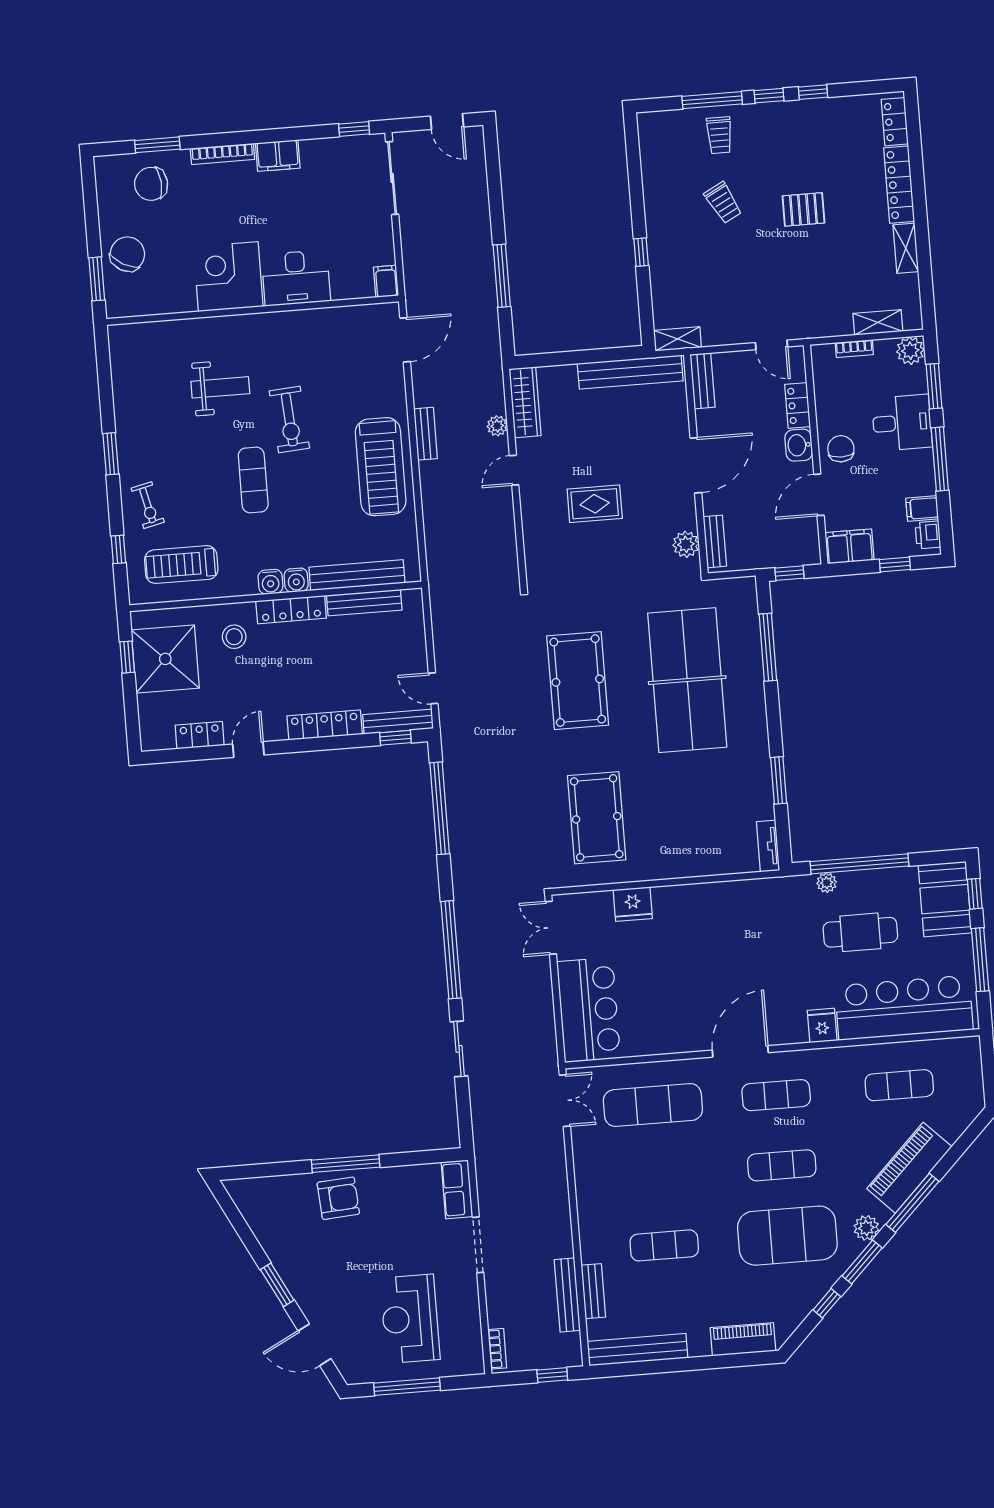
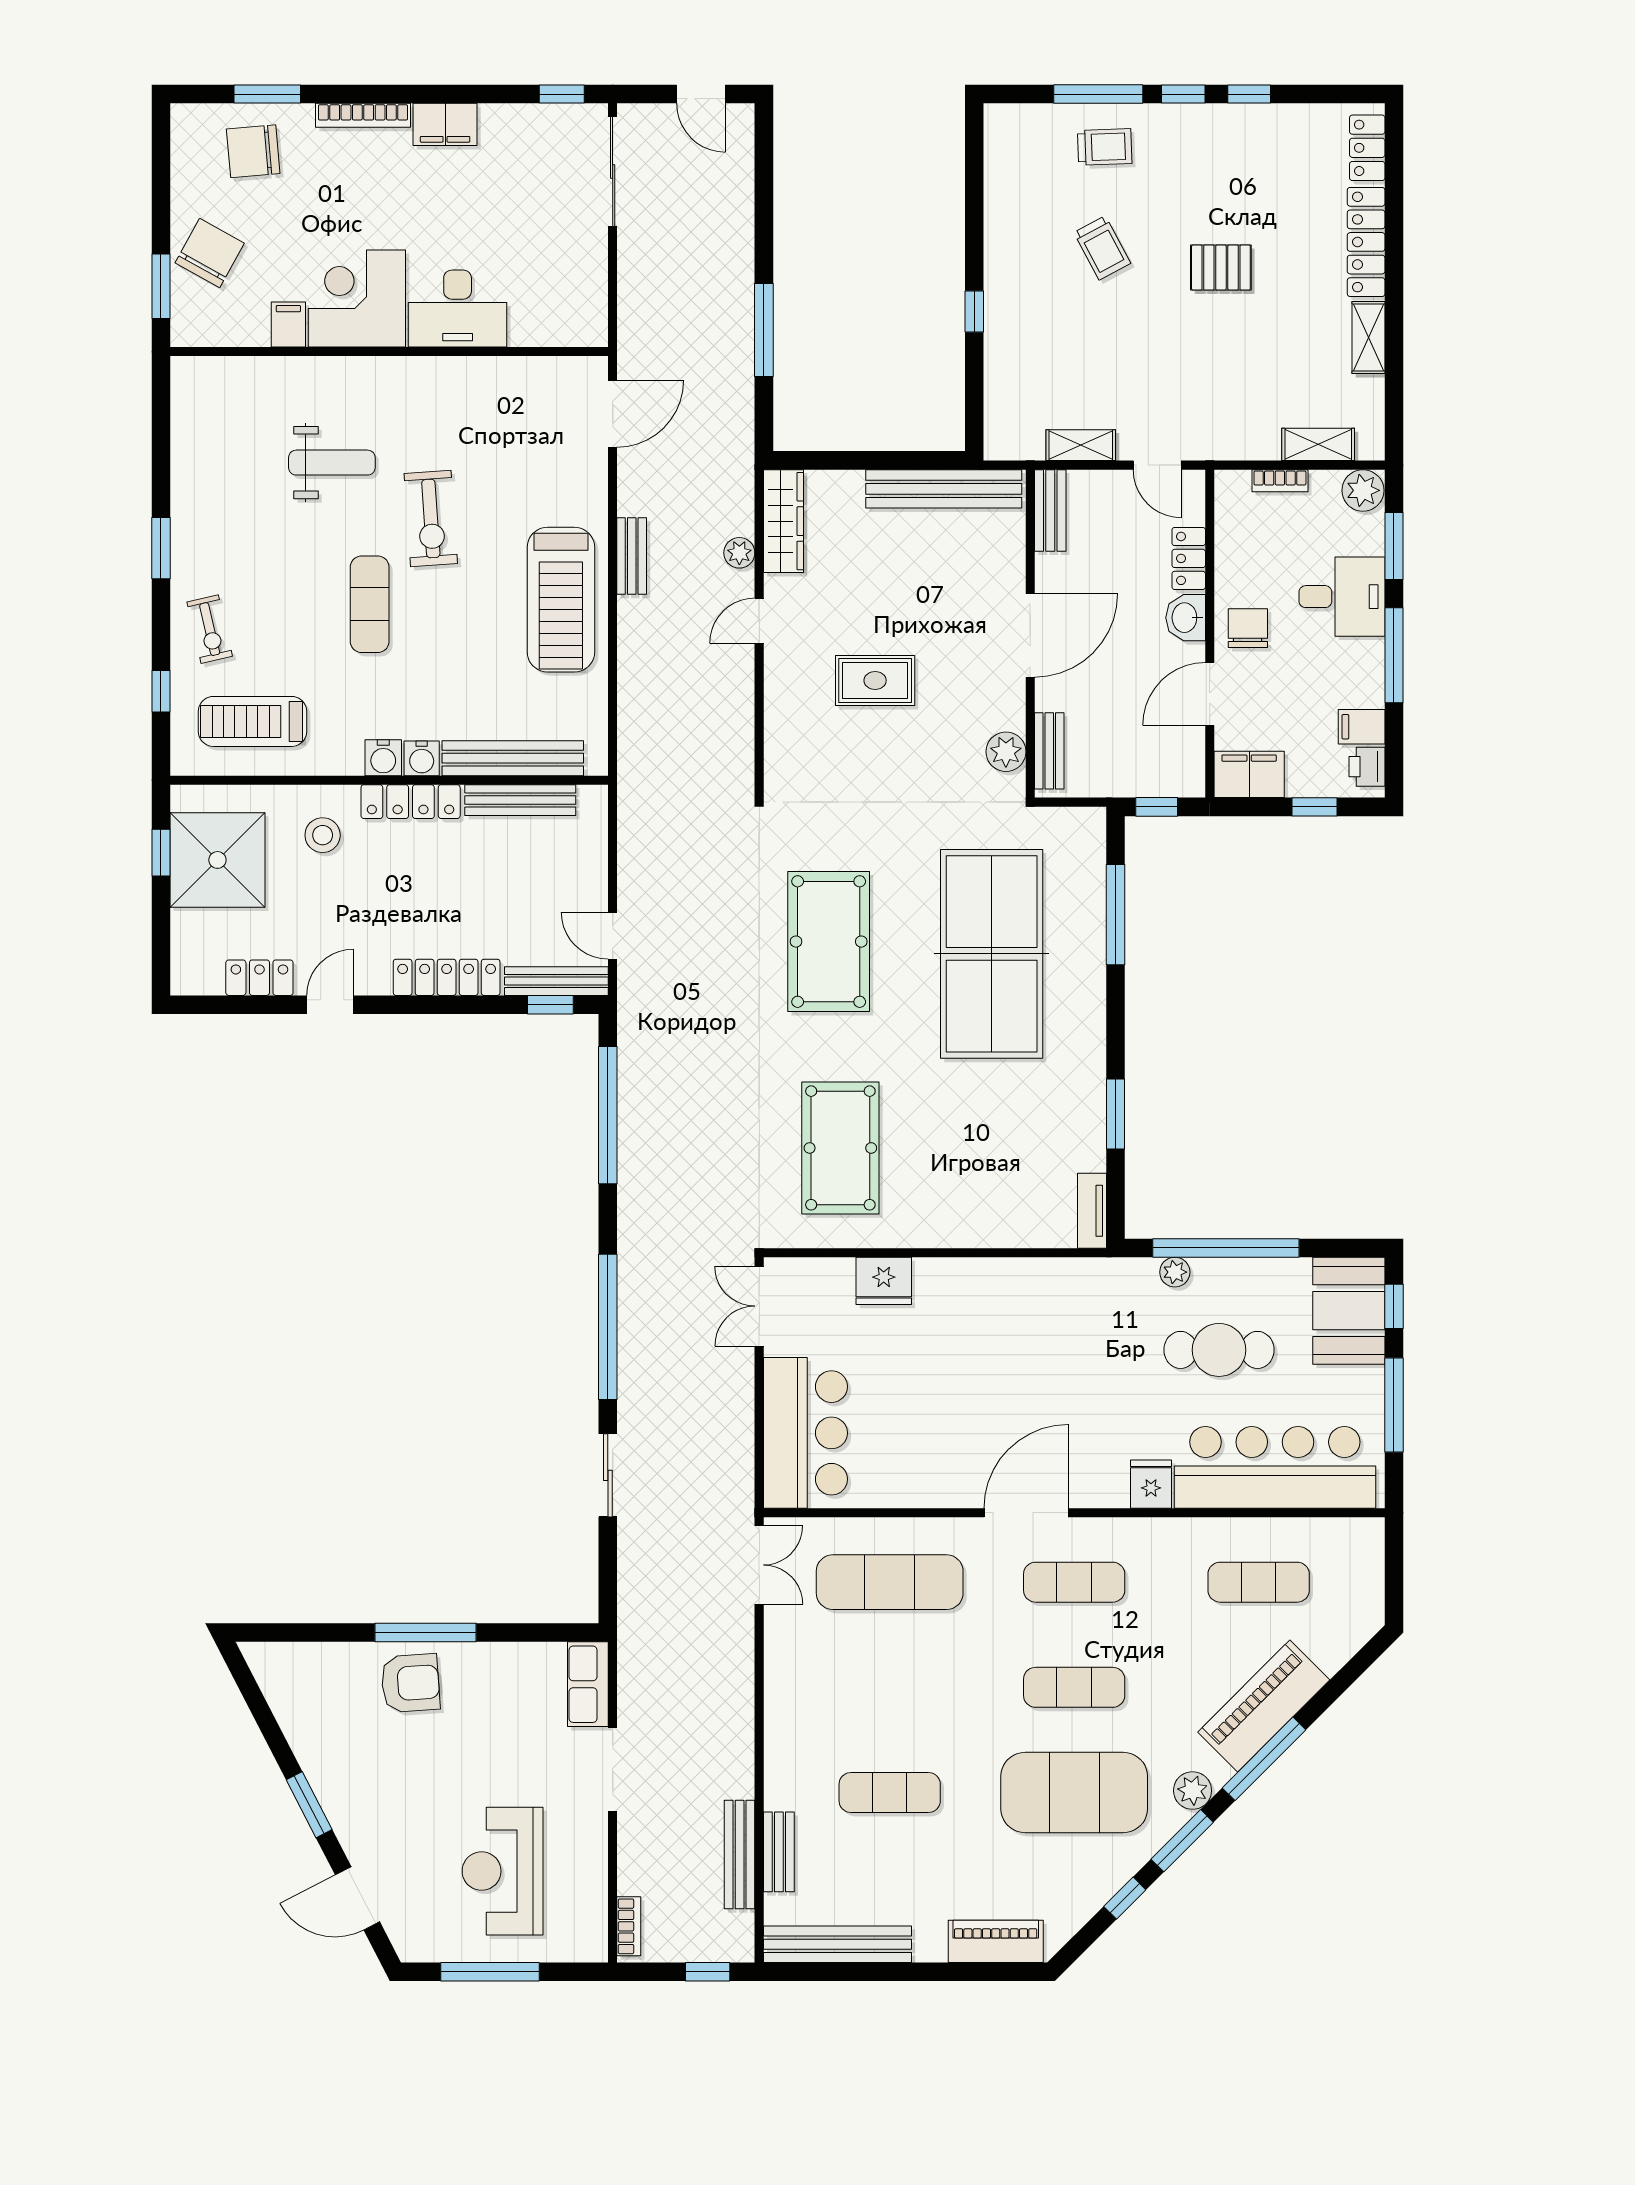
trolley: (719, 135) -> (1105, 147), turned -92
filing cabinet: (386, 281) -> (288, 324), moved
shelving: (677, 339) -> (1081, 445), moved

